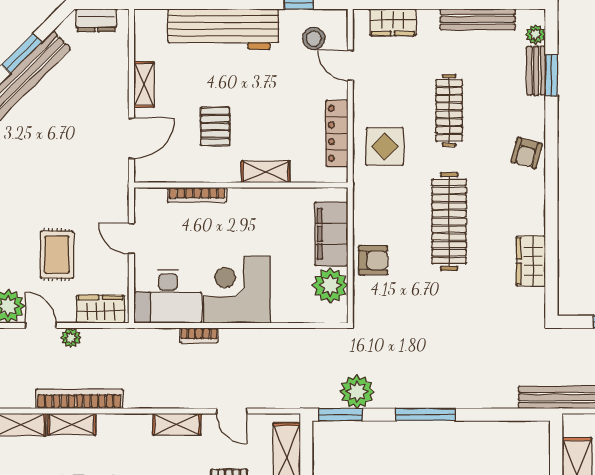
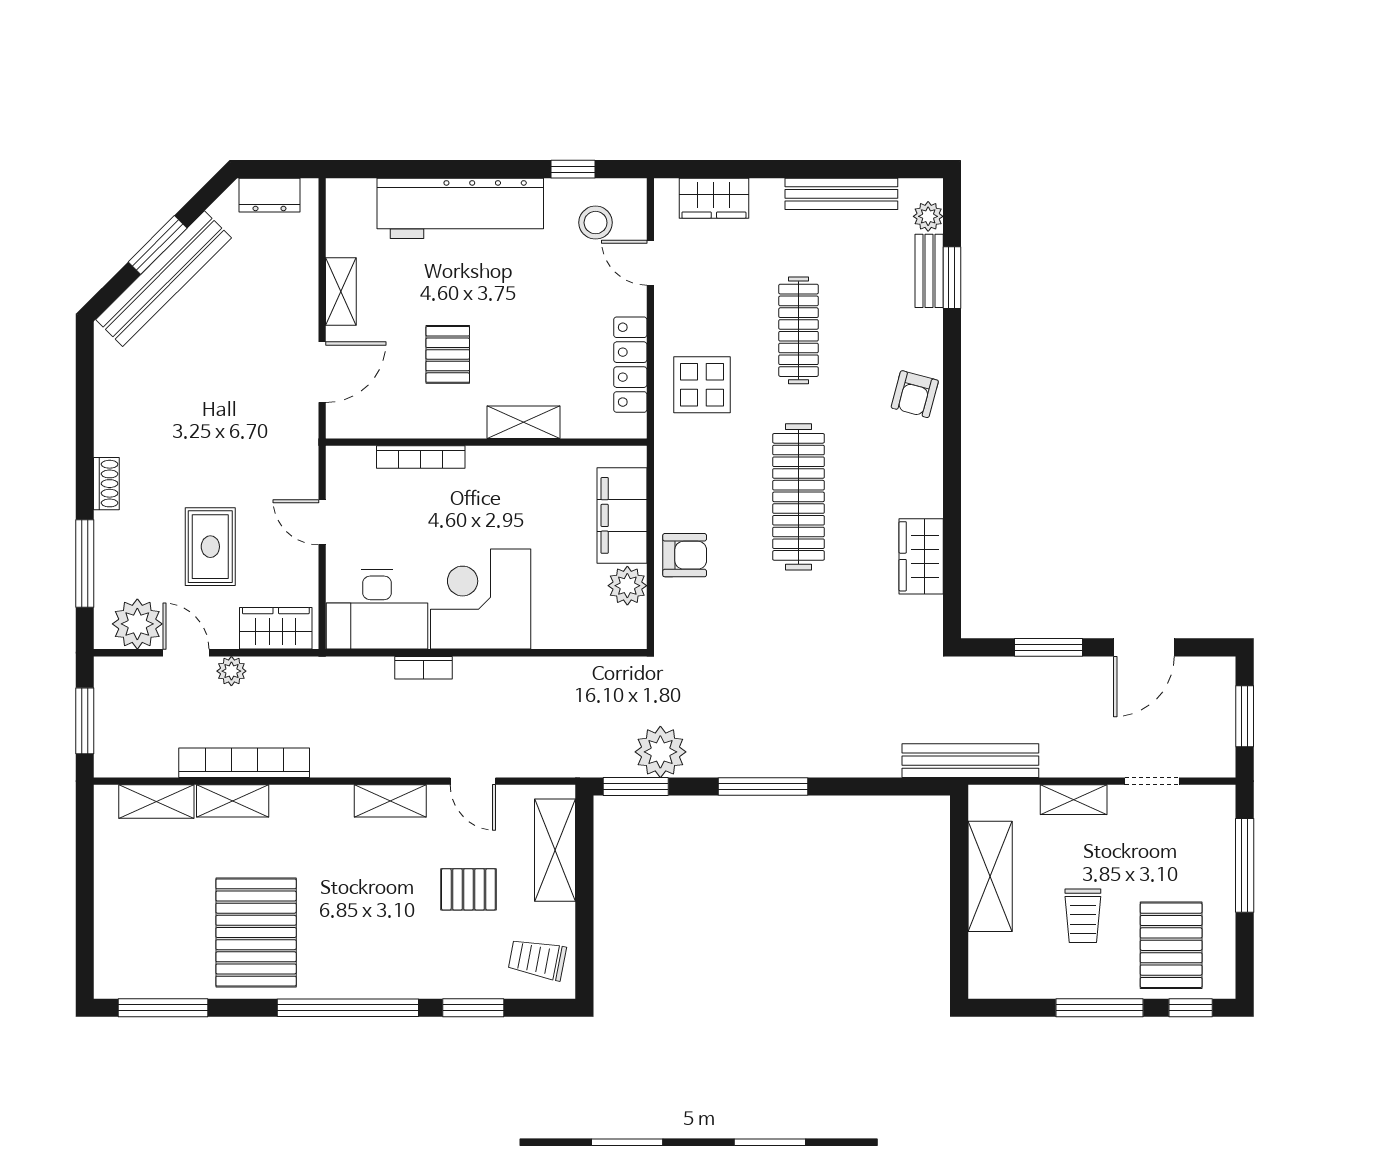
plant: (330, 285) -> (627, 586), width x0.73, depth x0.73

